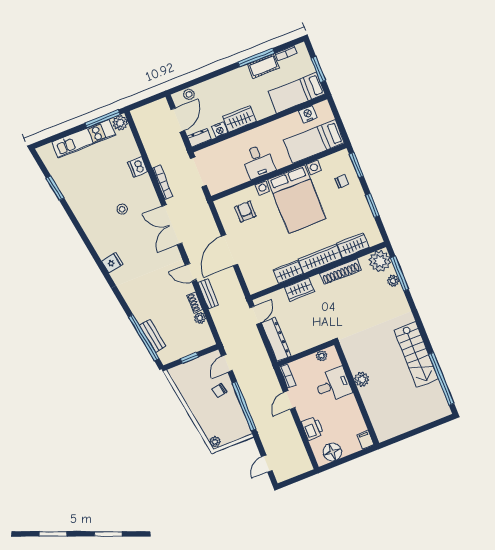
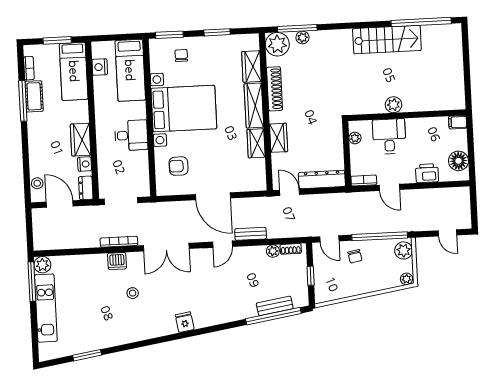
dishwasher: (138, 167) -> (117, 261), moved
shoe rack: (195, 302) -> (291, 249), moved
plant: (239, 431) -> (404, 250), added

